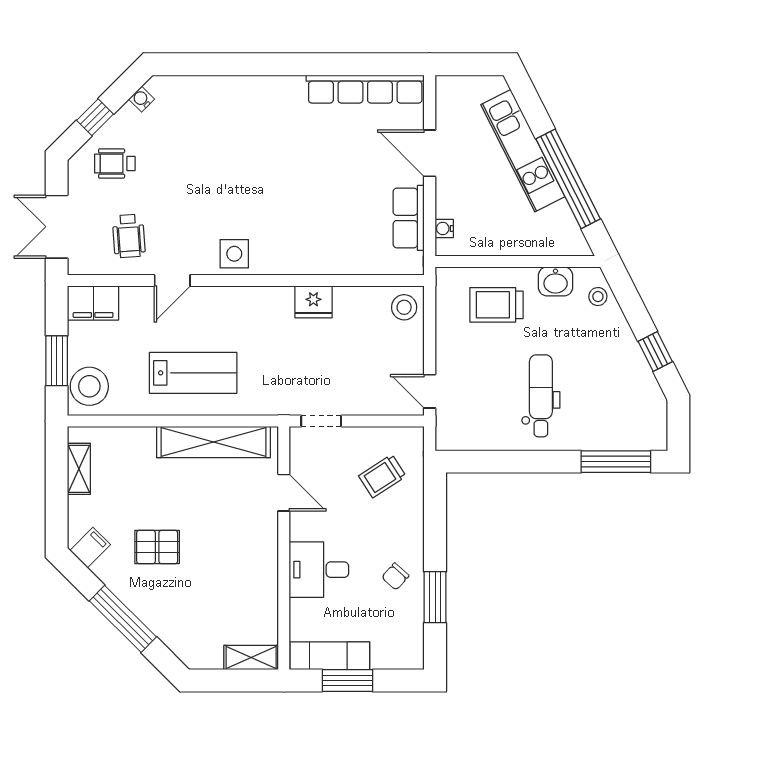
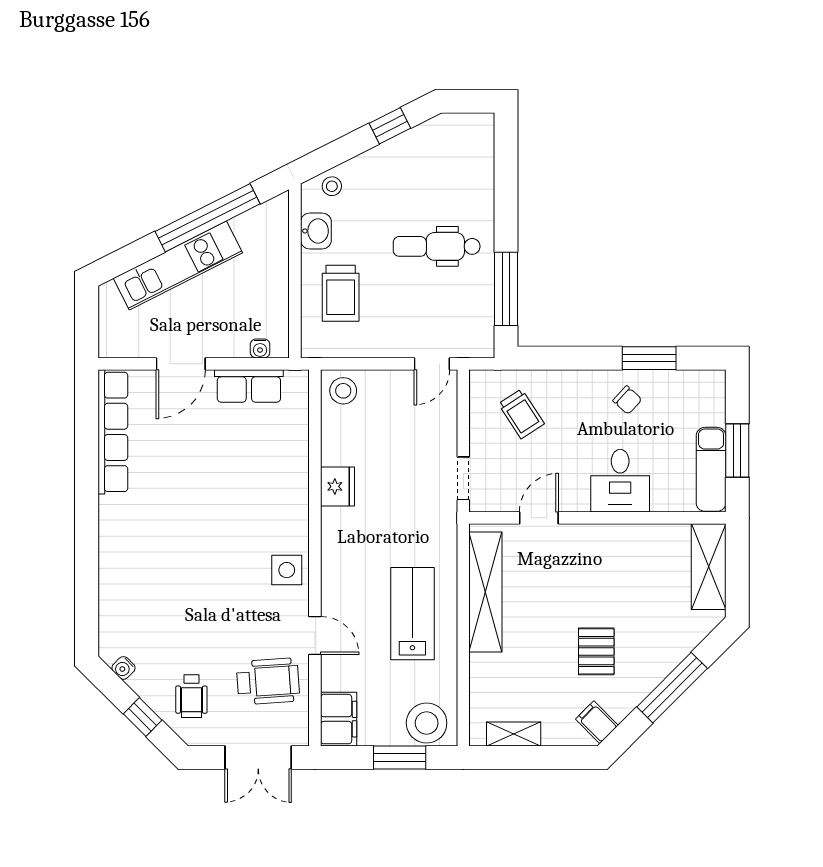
wheelchair: (129, 236) -> (268, 681), width x1.36, depth x1.37
window: (616, 462) -> (506, 289), moved
shelving: (251, 658) -> (709, 567), width x1.50, depth x1.33

